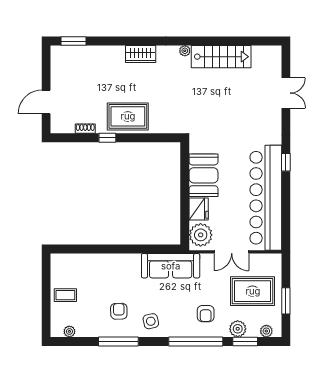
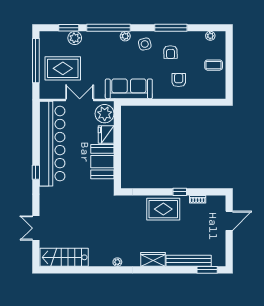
bench: (96, 52) -> (189, 261), added
stairs: (221, 57) -> (64, 257), moved
window: (286, 301) -> (36, 61), width x2.11
armchair: (206, 314) -> (179, 80), moved
plant: (266, 331) -> (125, 36), moved

